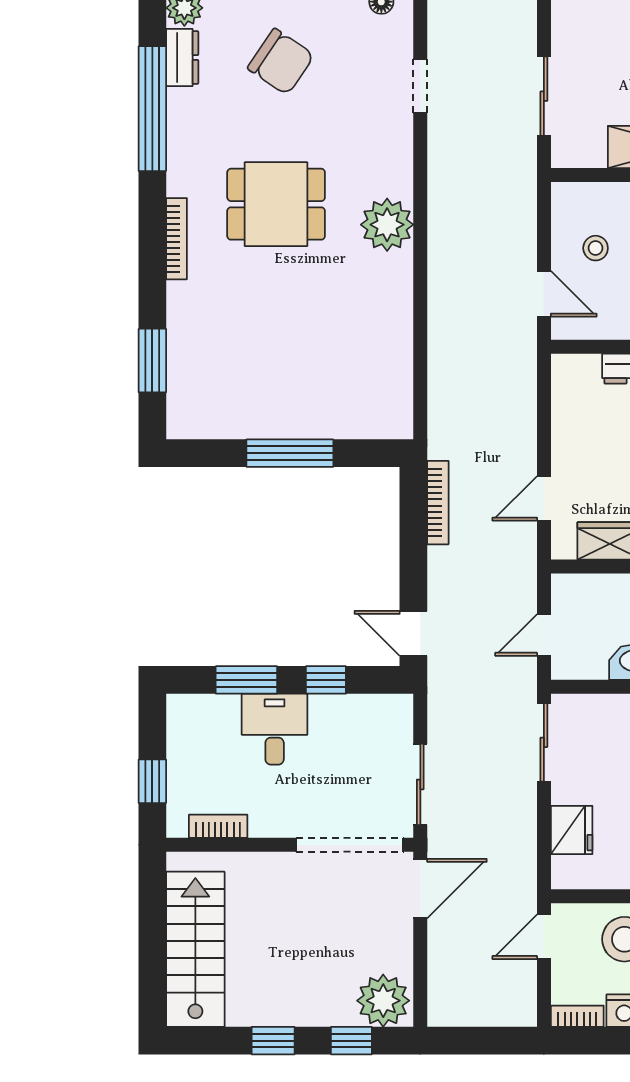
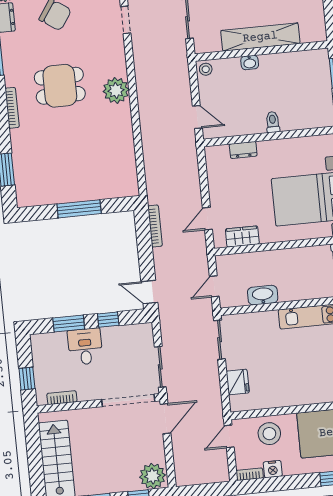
stool: (596, 248) -> (206, 69), moved

